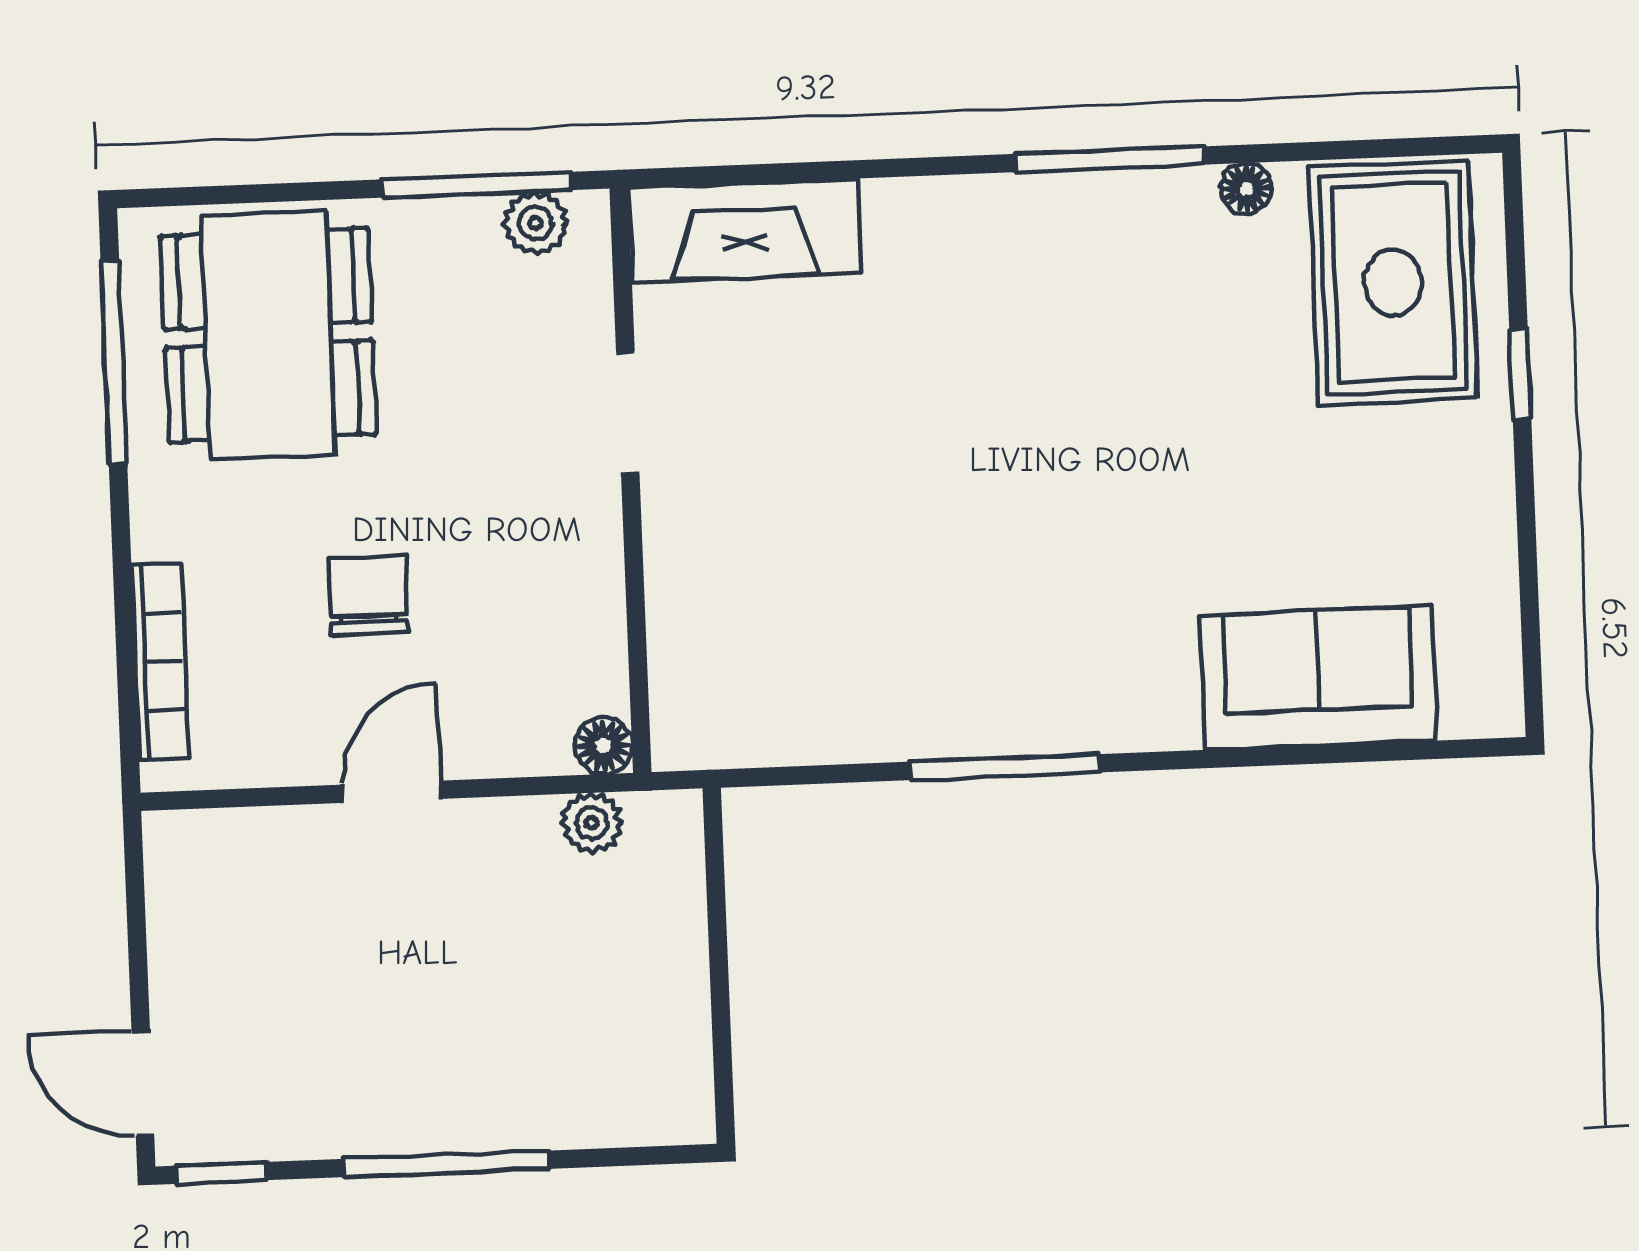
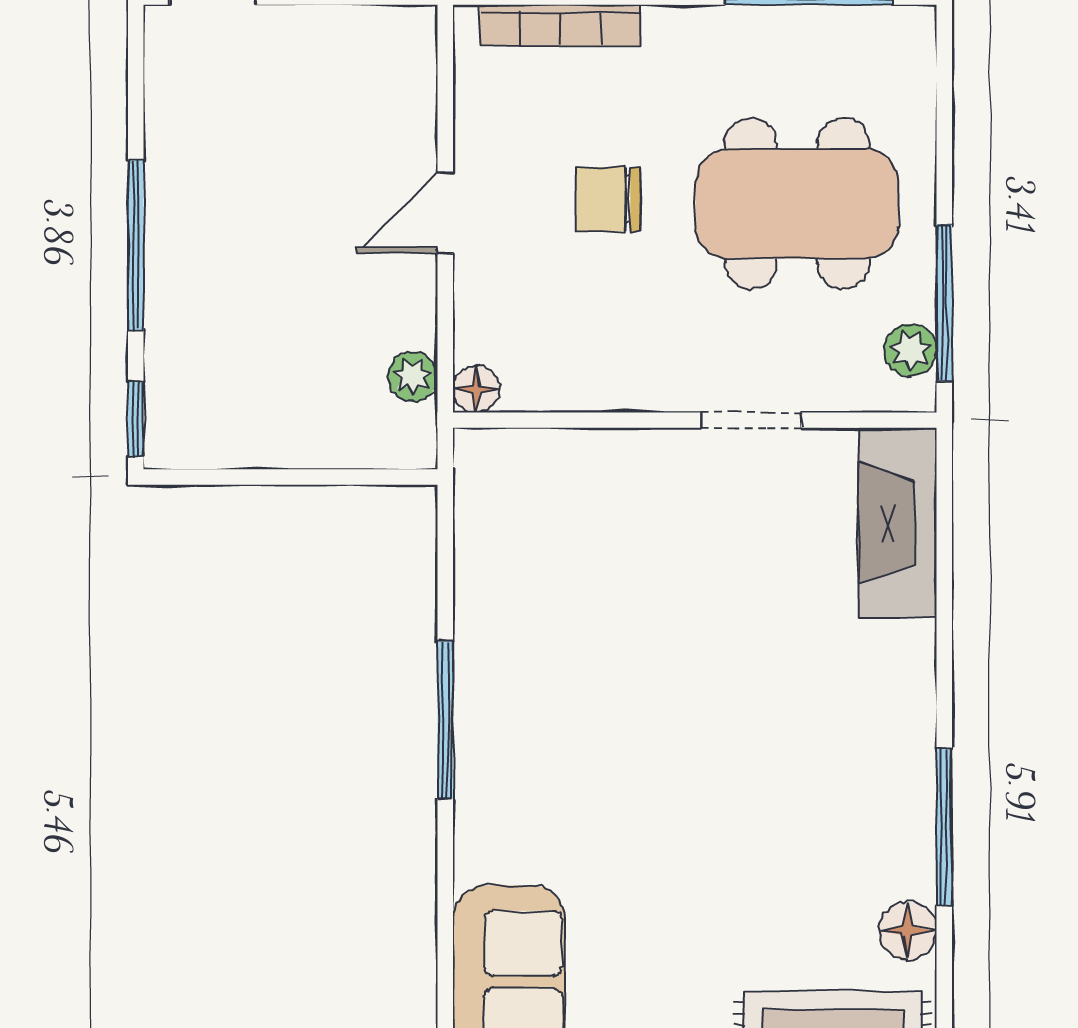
floor lamp: (1246, 189) -> (908, 931), width x1.37, depth x1.37
dining table: (268, 335) -> (797, 204), moved
chair: (368, 595) -> (609, 199), turned 180
door: (392, 792) -> (445, 212), swing flipped
window: (222, 1173) -> (136, 419), moved

